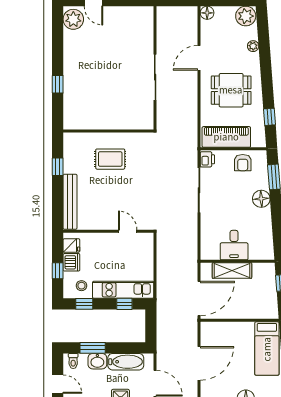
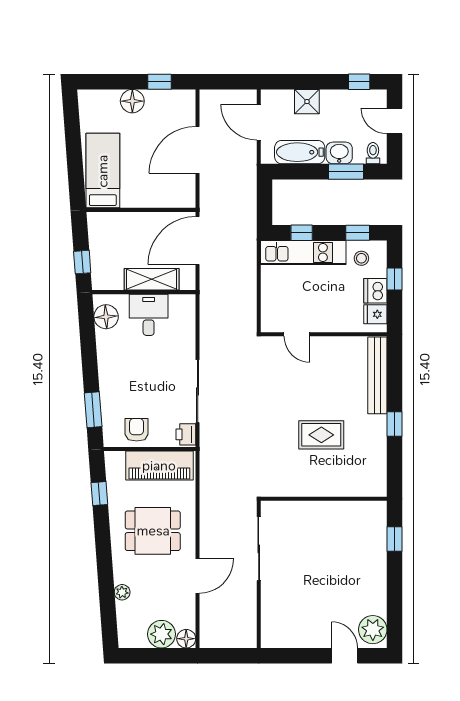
plant: (246, 16) -> (161, 634), moved
wall: (108, 131) -> (324, 499), moved
floor lamp: (261, 199) -> (106, 317), moved

